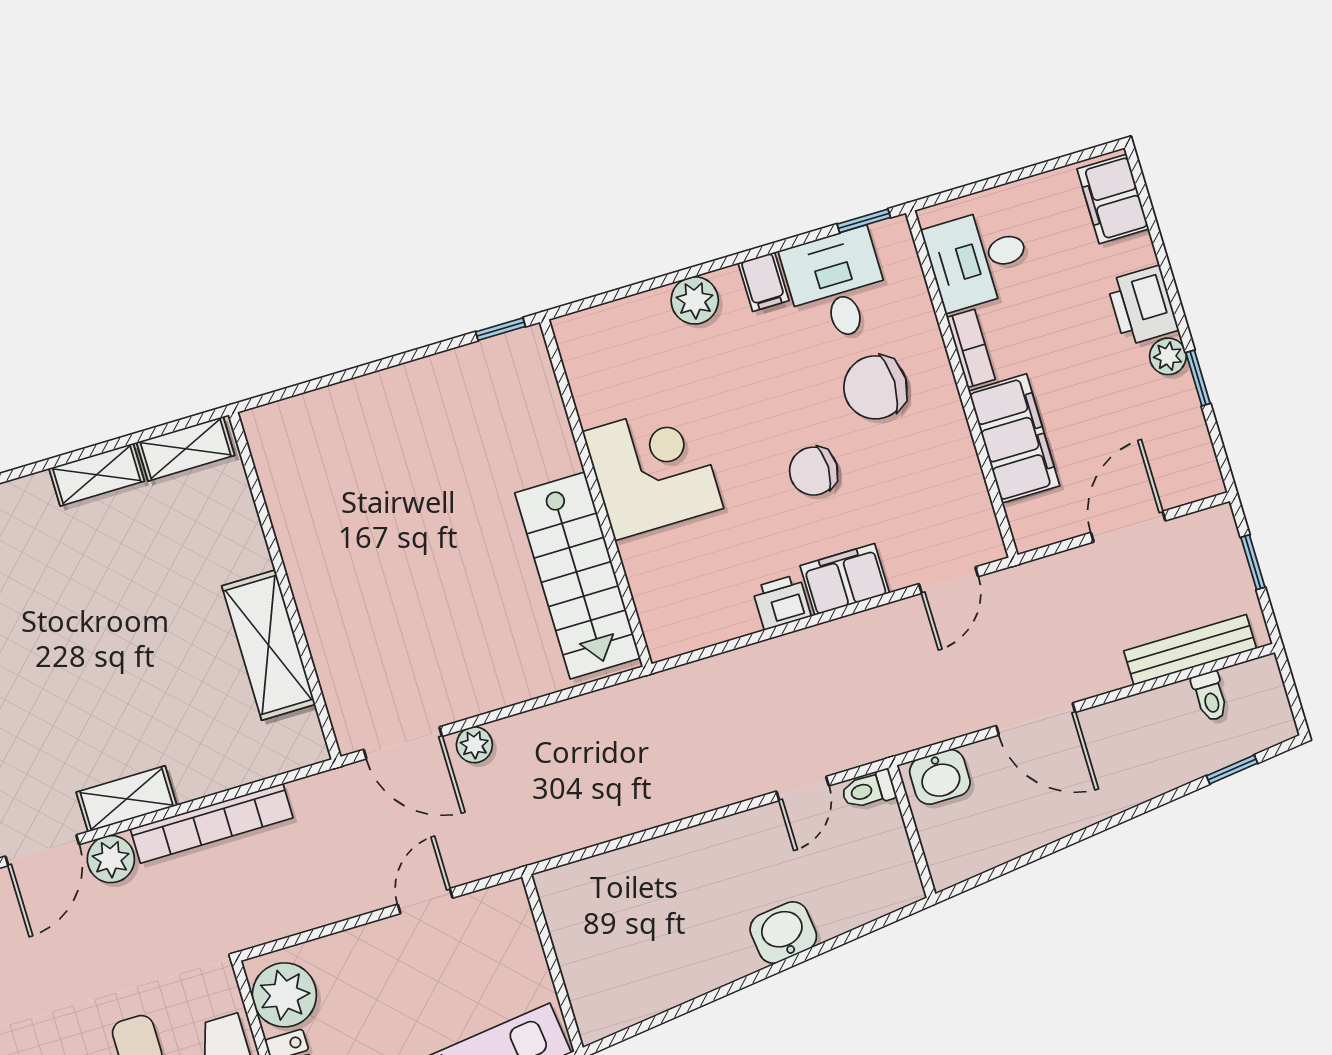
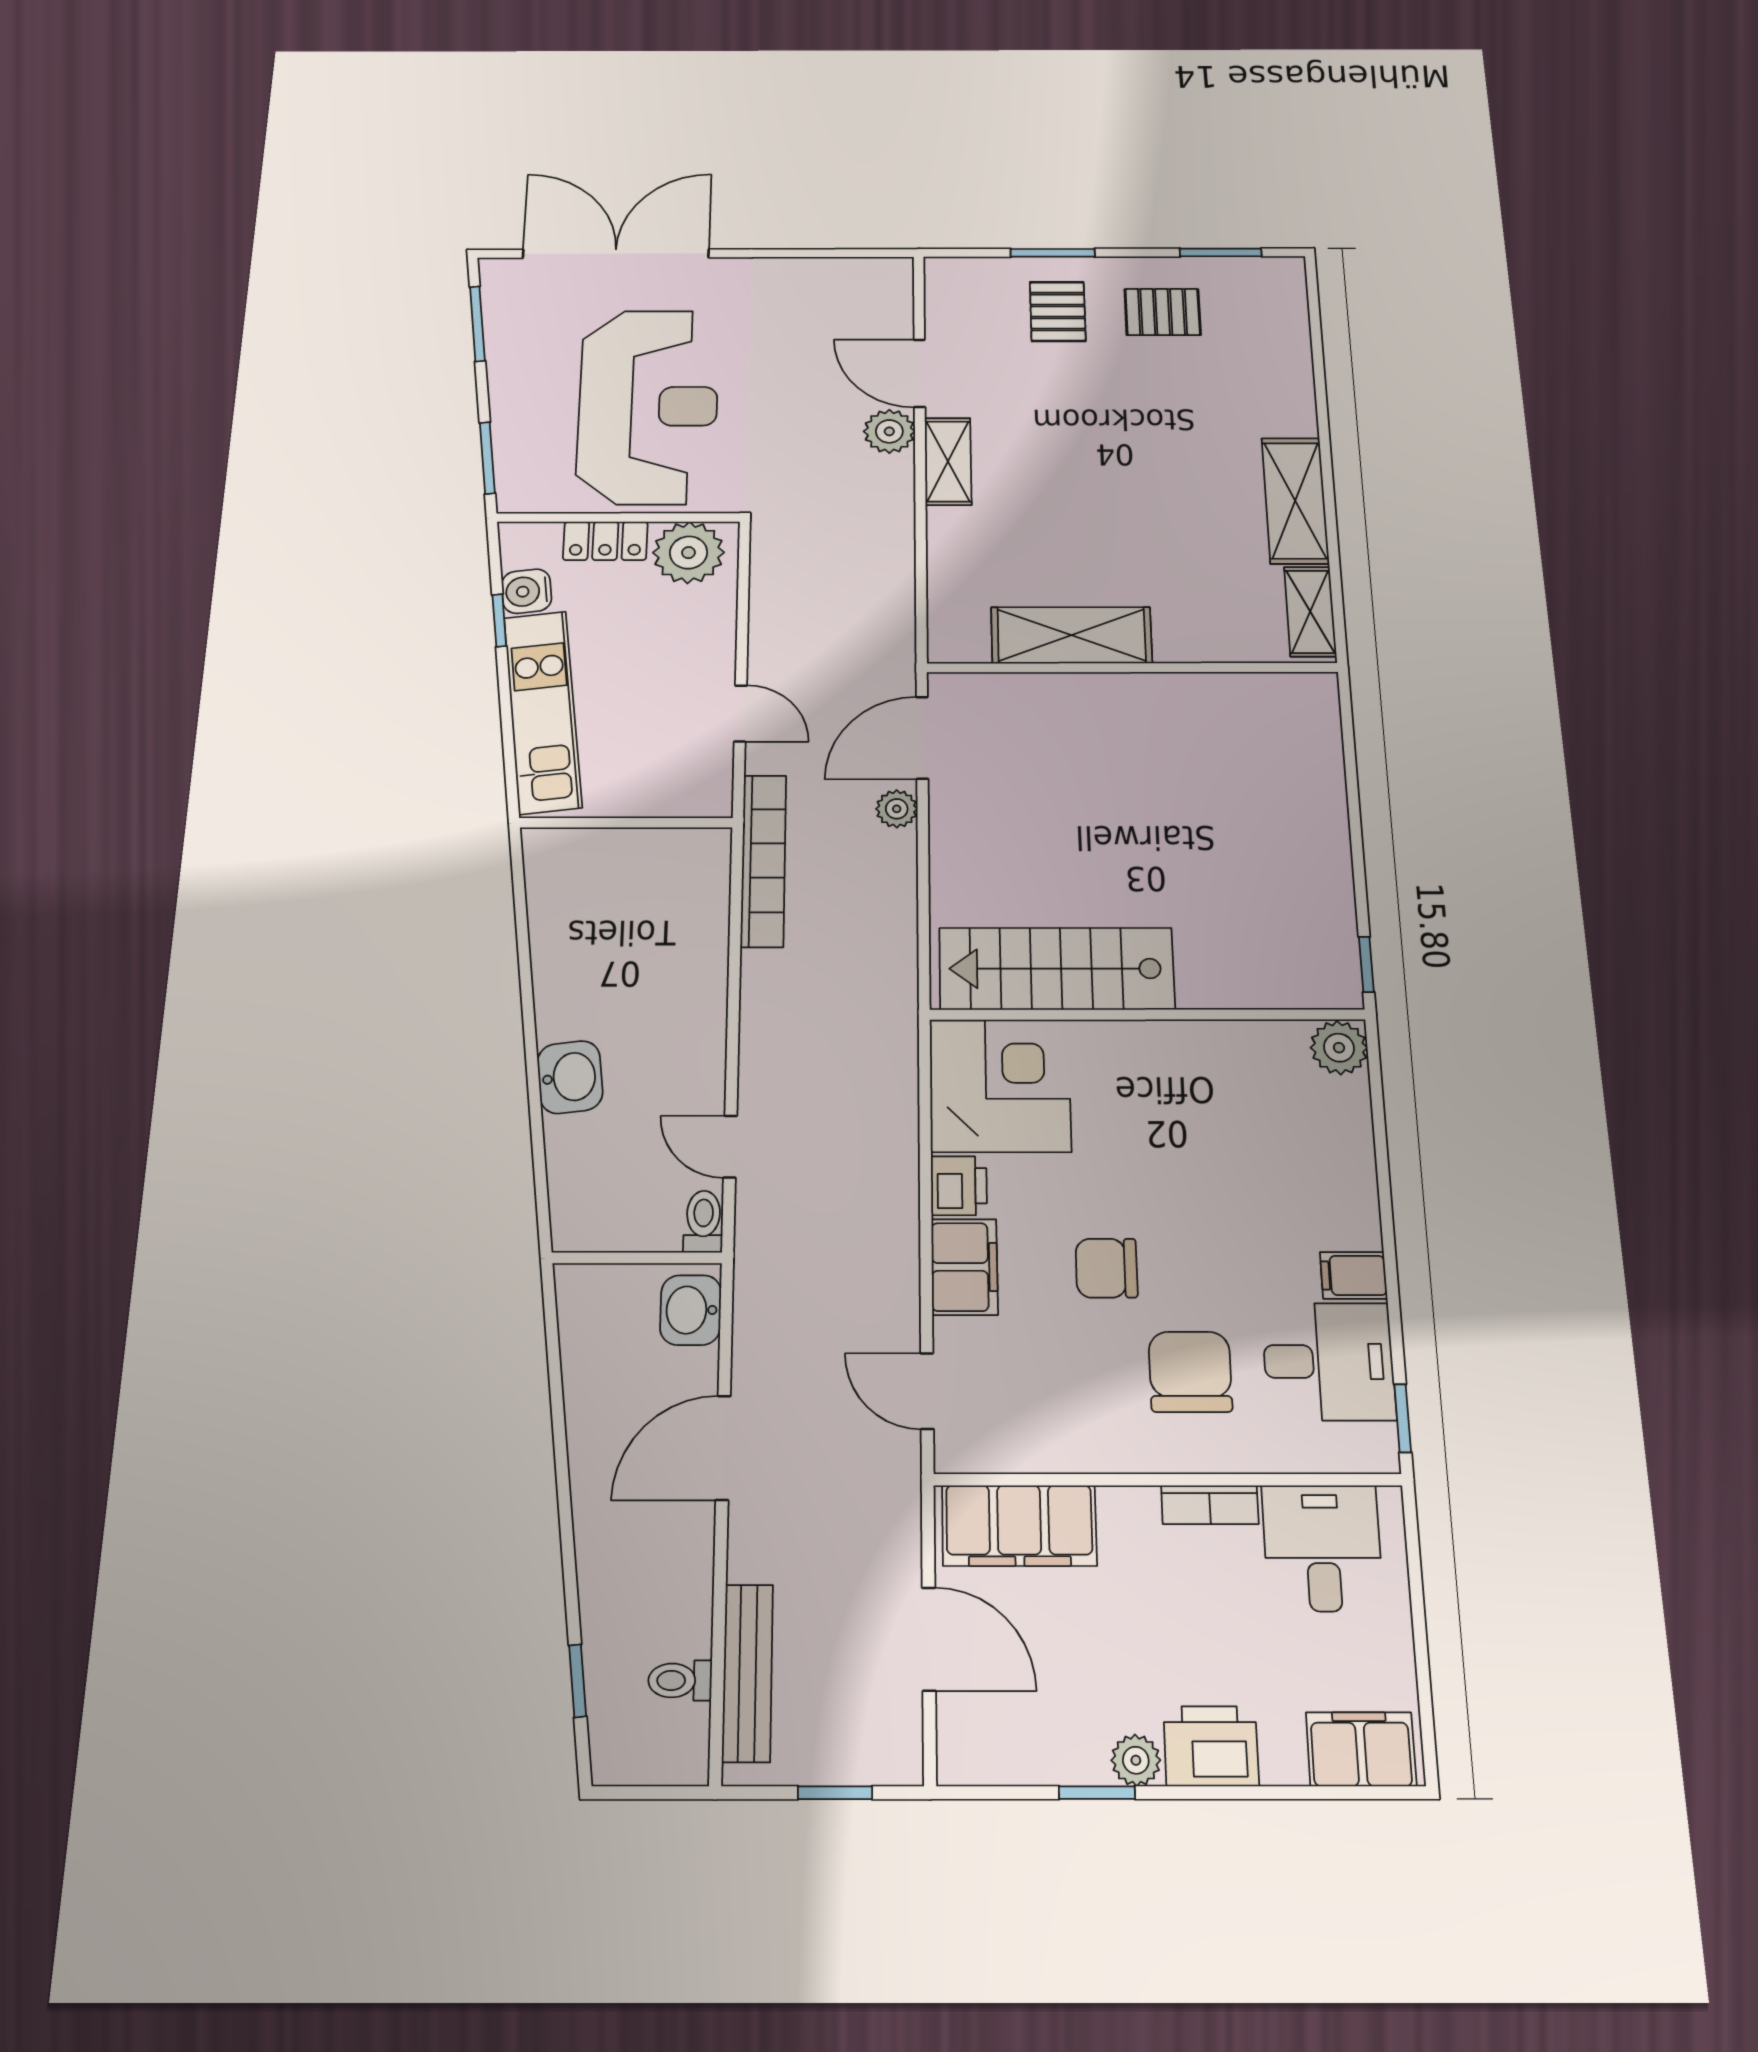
plant: (695, 300) -> (1339, 1048), moved
filing cabinet: (1014, 438) -> (1019, 1526), moved
corner desk: (653, 470) -> (1000, 1086), moved, turned -90
chair: (814, 471) -> (1106, 1268), turned -90
shelving: (97, 475) -> (1295, 501), width x1.50, depth x1.33
bookcase: (212, 823) -> (763, 860), moved, turned 180

